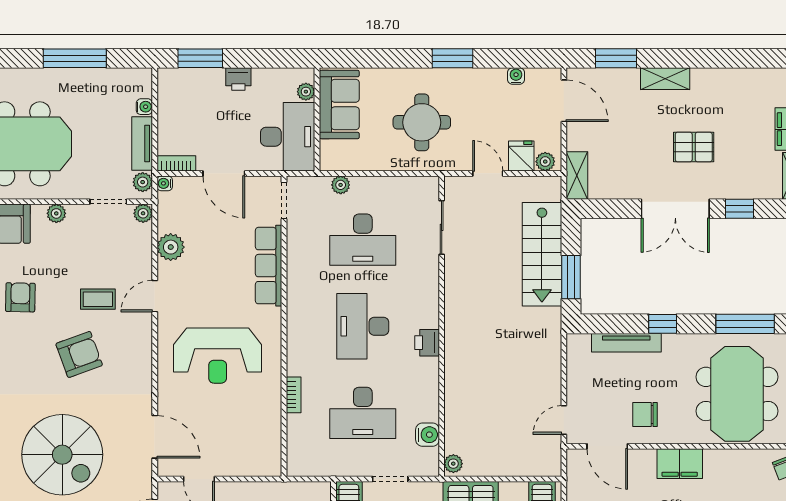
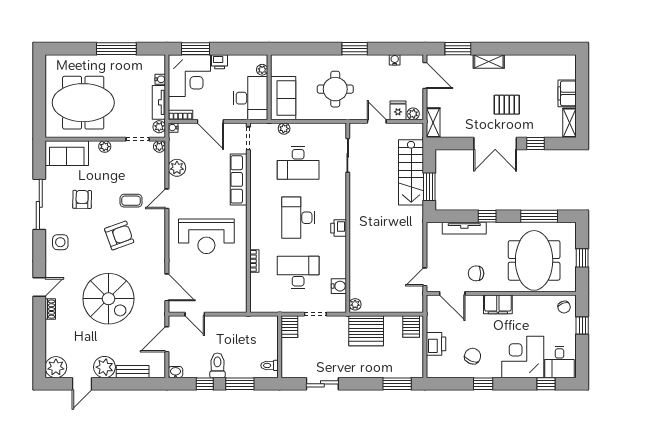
corner desk: (190, 101) -> (189, 76), added
sofa: (339, 105) -> (283, 98), moved
desk: (363, 413) -> (298, 272), turned 180

